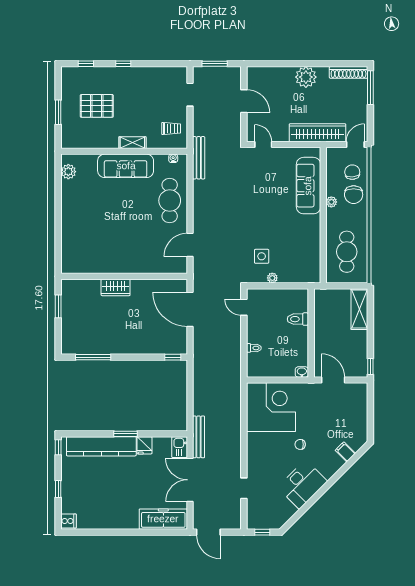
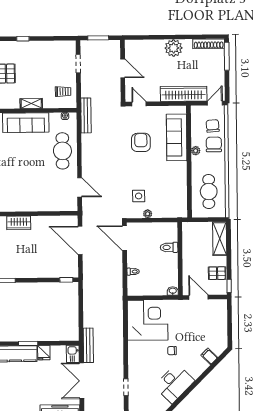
armchair: (265, 191) -> (141, 142), added
chair: (354, 195) -> (214, 144), turned 180
door: (190, 245) -> (80, 187), swing flipped
door: (244, 307) -> (124, 238), width x1.87
pallet: (356, 351) -> (217, 273), added

